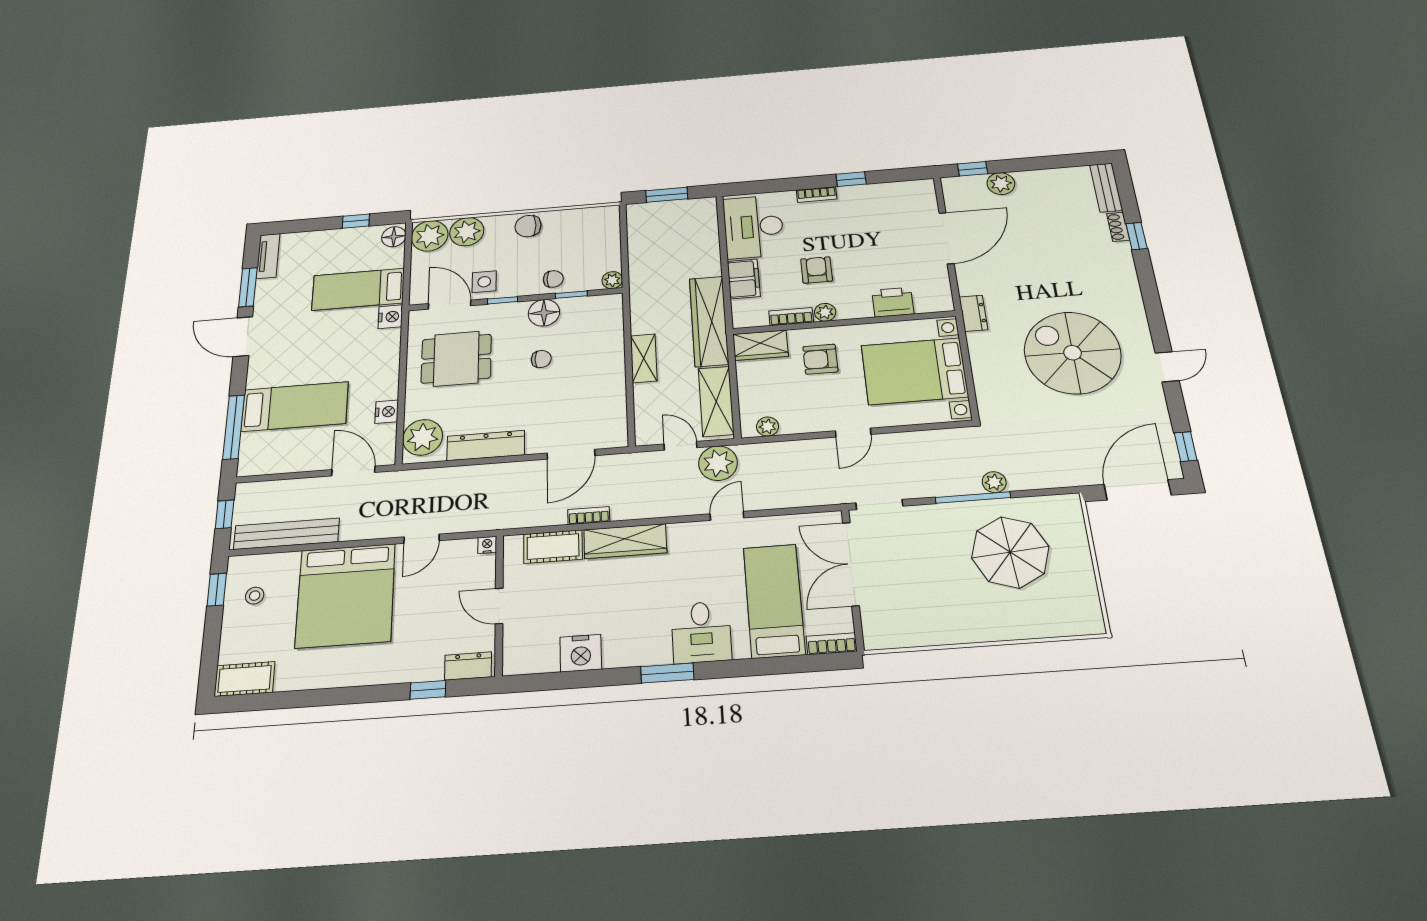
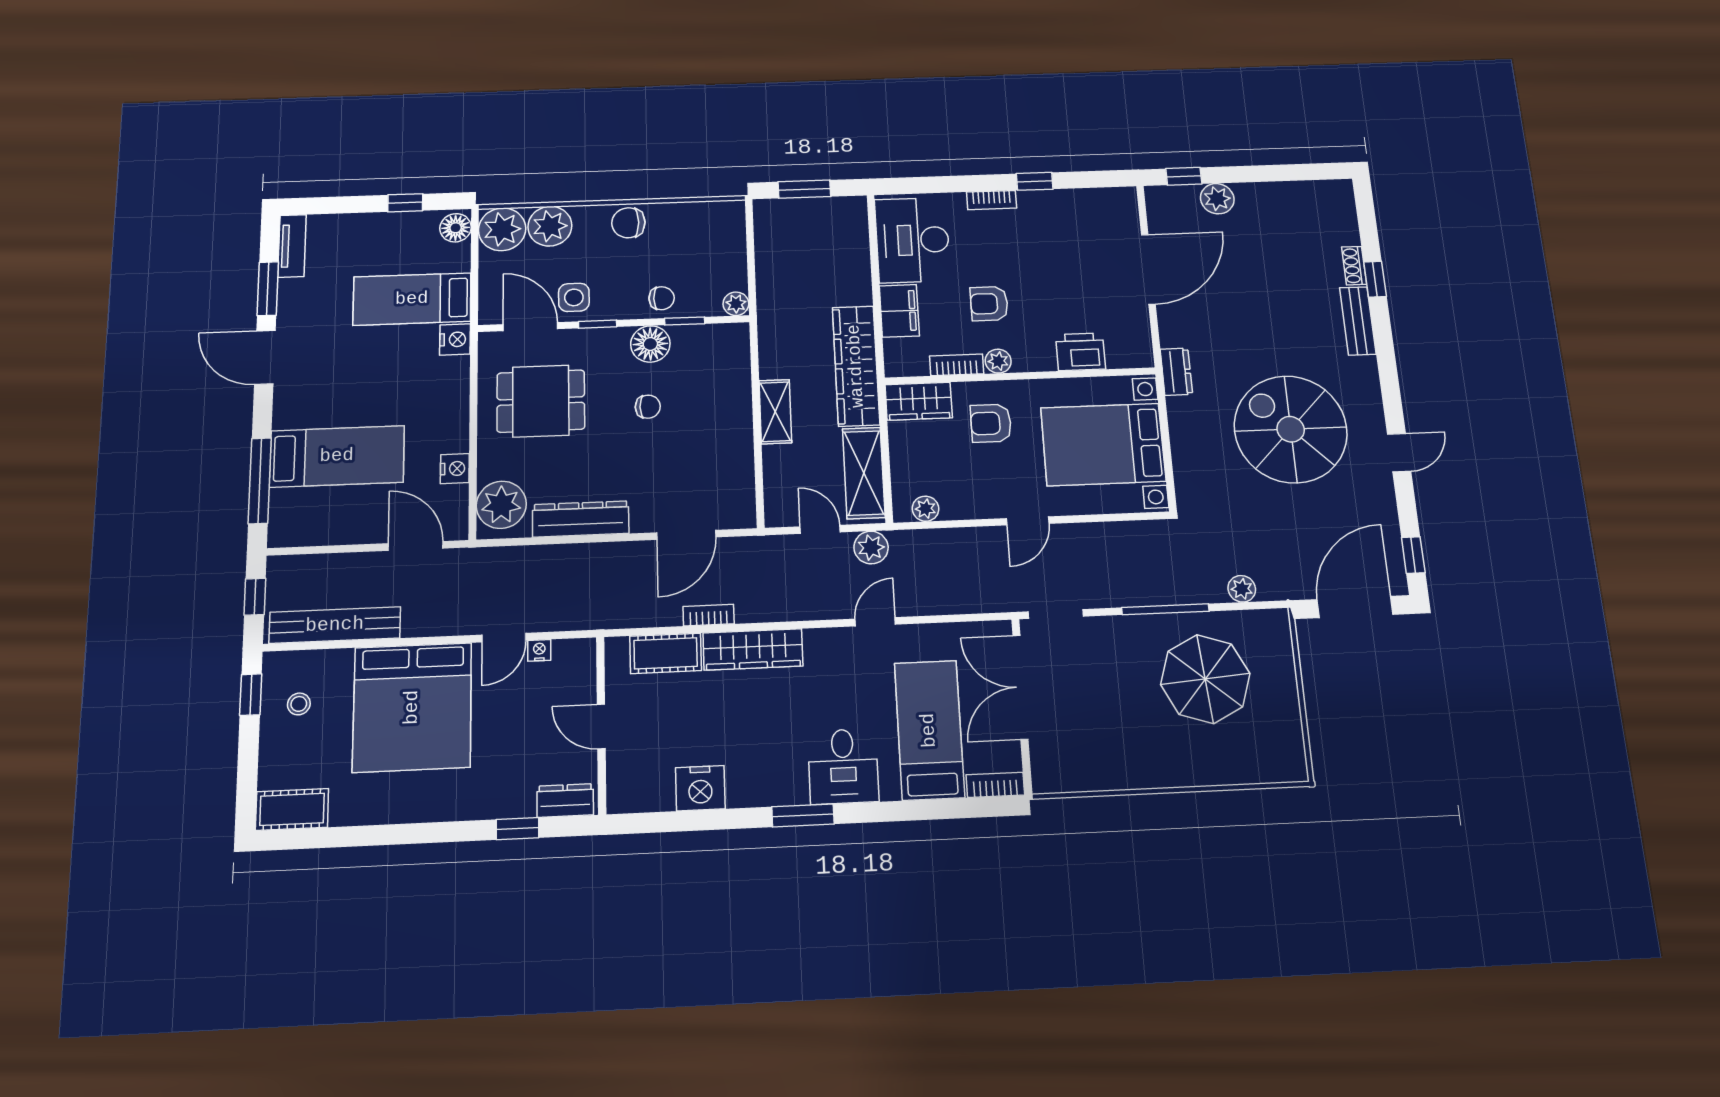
bench: (1106, 188) -> (1358, 321), moved
armchair: (817, 270) -> (989, 304), turned -90
plant: (718, 463) -> (871, 547), width x0.73, depth x0.73
plant: (994, 482) -> (1242, 589), moved
nightstand: (487, 545) -> (539, 650), moved

